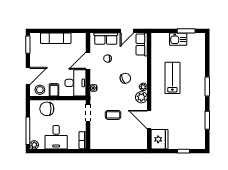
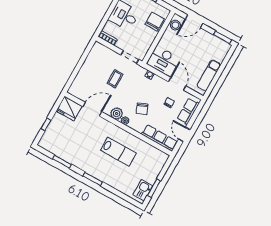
exam couch: (56, 38) -> (209, 75), moved
kitchen sink: (178, 39) -> (143, 190), moved
row of seats: (142, 45) -> (159, 138), width x1.48
door: (28, 76) -> (194, 21), hinge flipped
filing cabinet: (54, 90) -> (168, 38), removed

